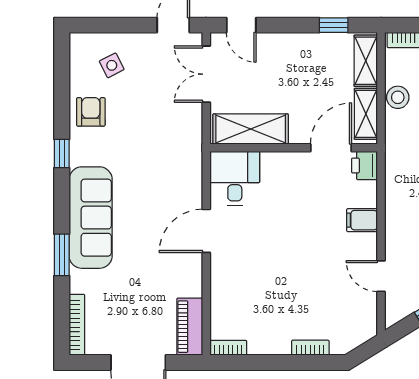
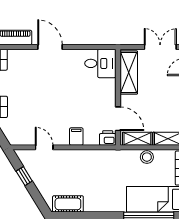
door: (206, 231) -> (50, 47), moved
door: (381, 276) -> (44, 147), hinge flipped

